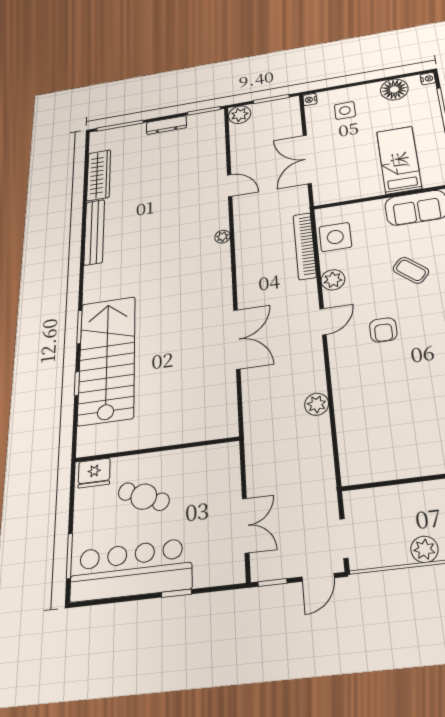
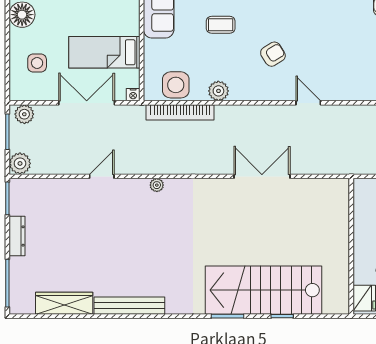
nightstand: (310, 100) -> (133, 95), moved
double door: (307, 159) -> (87, 103), swing flipped
bed: (399, 160) -> (104, 52), moved
coffee table: (411, 270) -> (221, 25), turned 49
door: (323, 322) -> (308, 103), moved
armchair: (383, 330) -> (273, 54), turned -32
plant: (317, 404) -> (24, 114), moved

